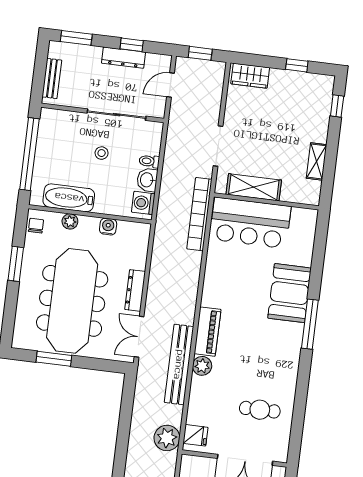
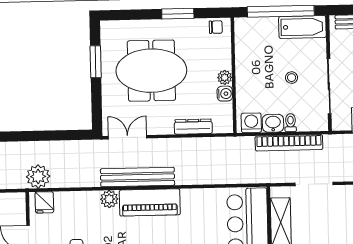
bathtub: (69, 198) -> (302, 27), moved, turned 90
bookcase: (199, 214) -> (289, 143), moved, turned 180
plant: (70, 221) -> (225, 77), moved
dresser: (135, 290) -> (193, 127), moved
meeting table: (72, 301) -> (151, 71), width x0.73
piano: (207, 332) -> (150, 202), width x1.37, depth x1.33
bench: (179, 365) -> (138, 177), moved

